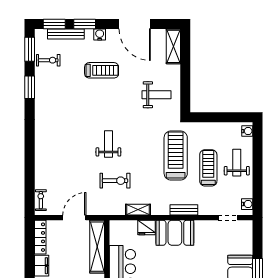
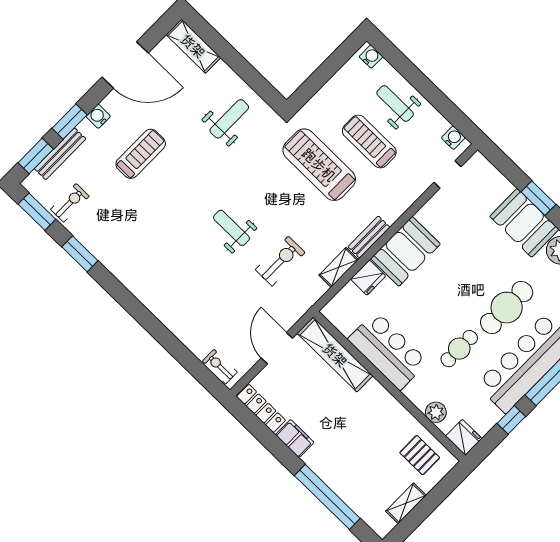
bench: (184, 210) -> (369, 237), moved

